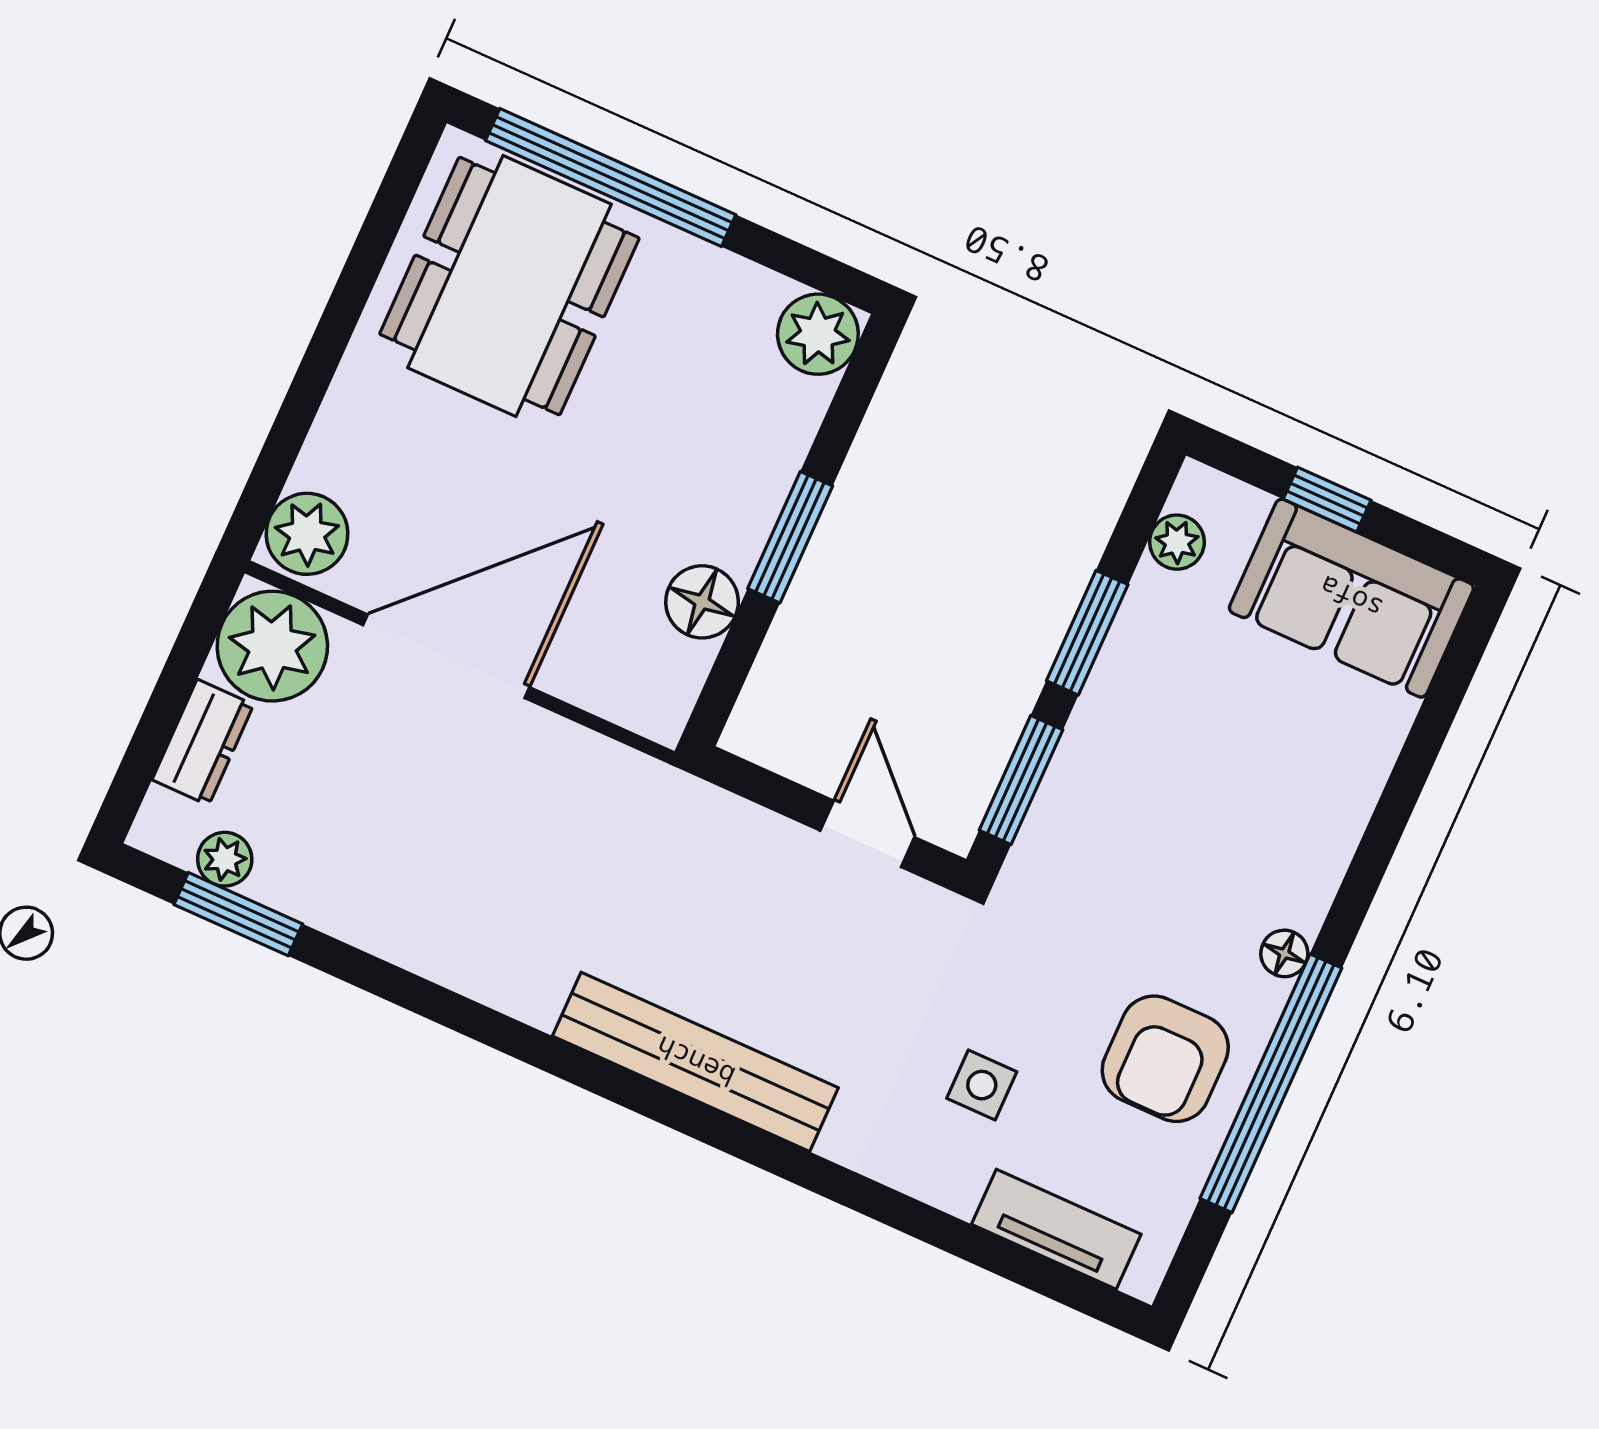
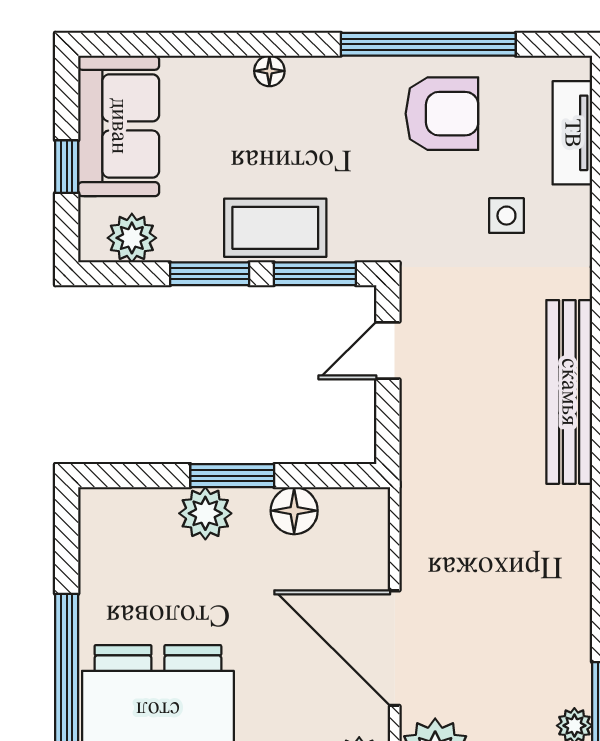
plant: (818, 334) -> (205, 513), moved
plant: (1177, 542) -> (132, 238), width x1.38, depth x1.38
coffee table: (1110, 754) -> (275, 228), added
floor lamp: (1284, 953) -> (269, 71), moved

